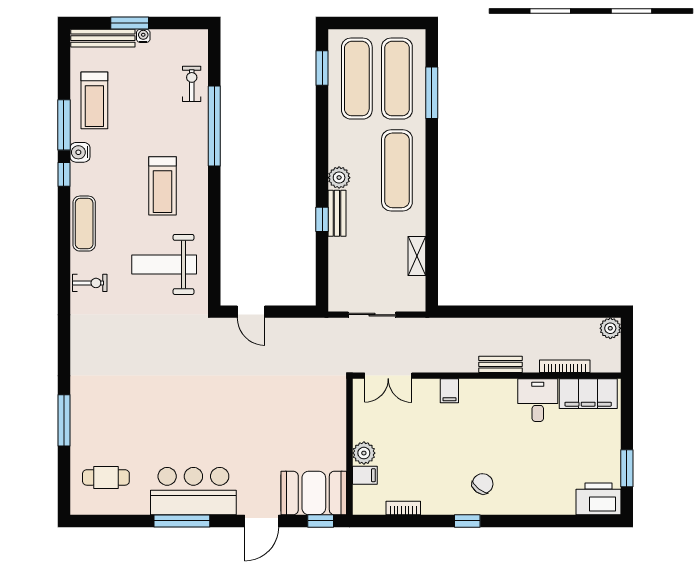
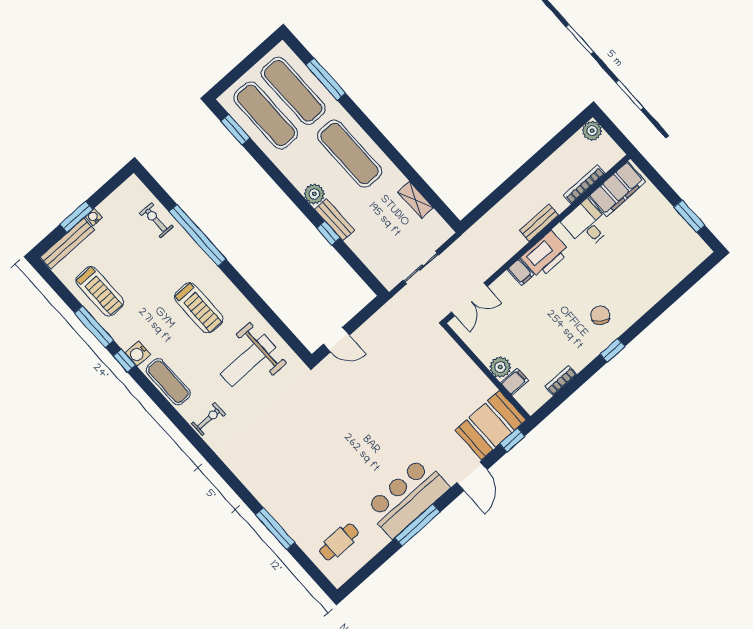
water cooler: (80, 152) -> (138, 354), moved
printer: (598, 499) -> (545, 254), moved, turned 180

